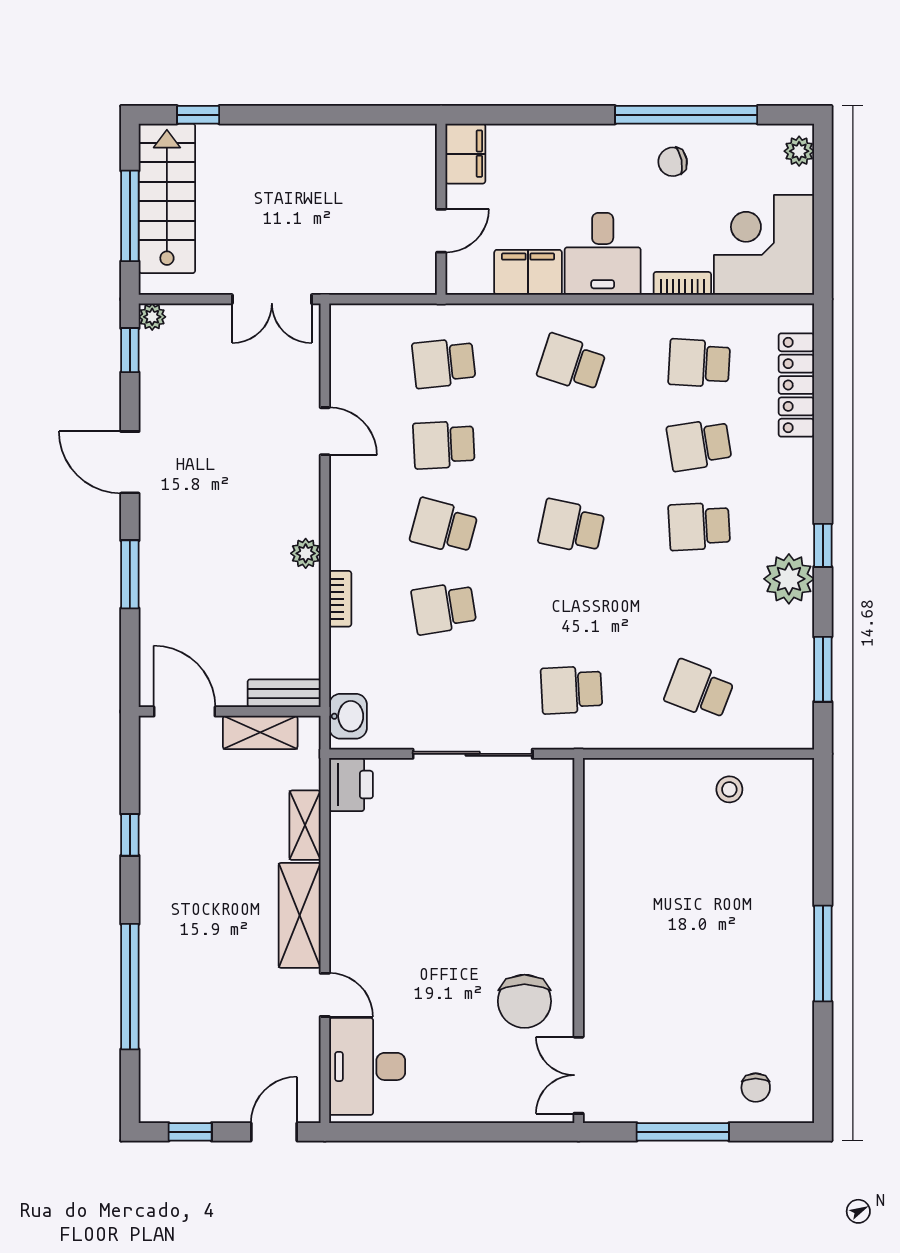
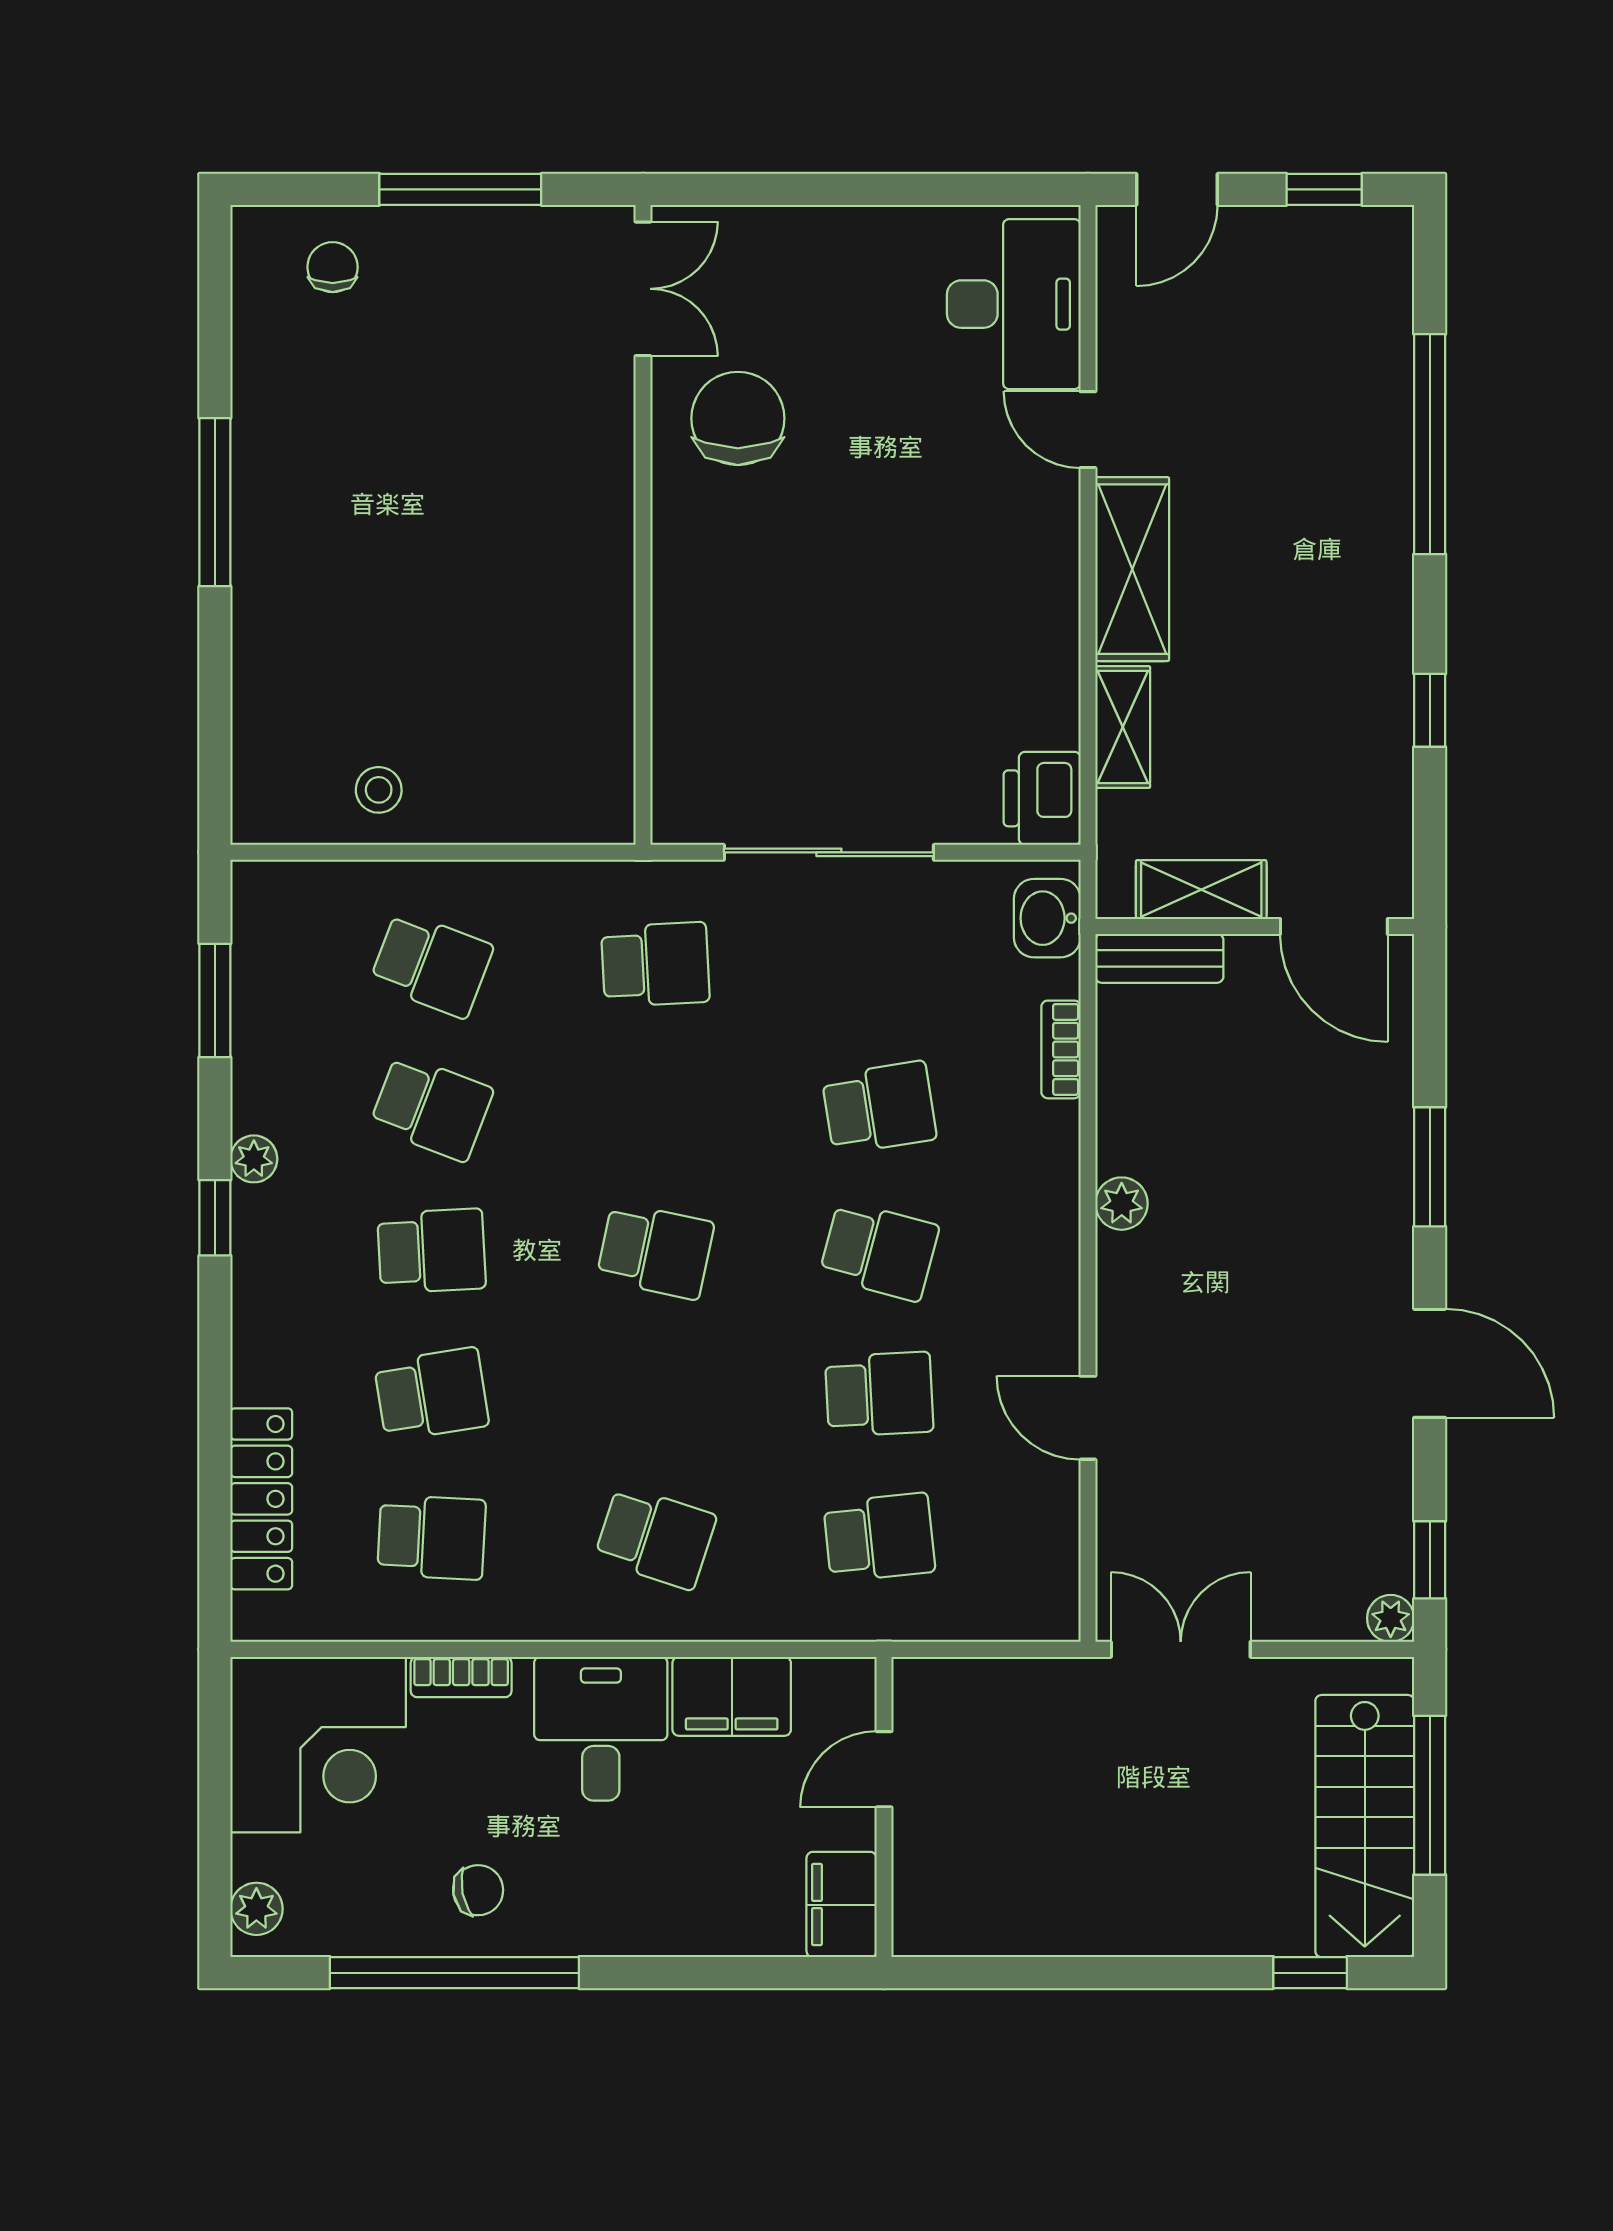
plant: (789, 579) -> (254, 1159), width x0.53, depth x0.53
bookcase: (340, 599) -> (1061, 1049), moved
school desk: (699, 608) -> (432, 1108), added

